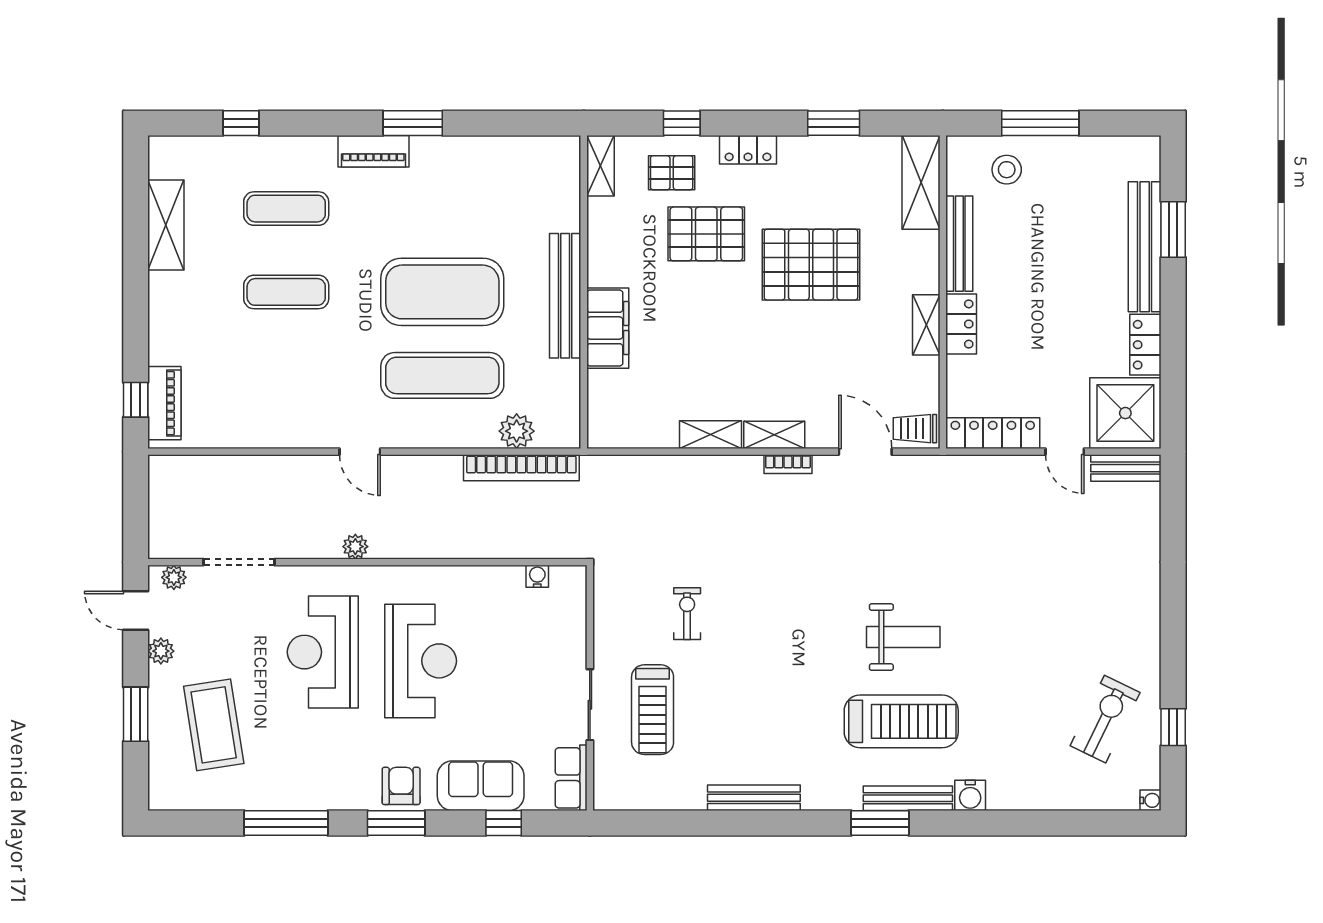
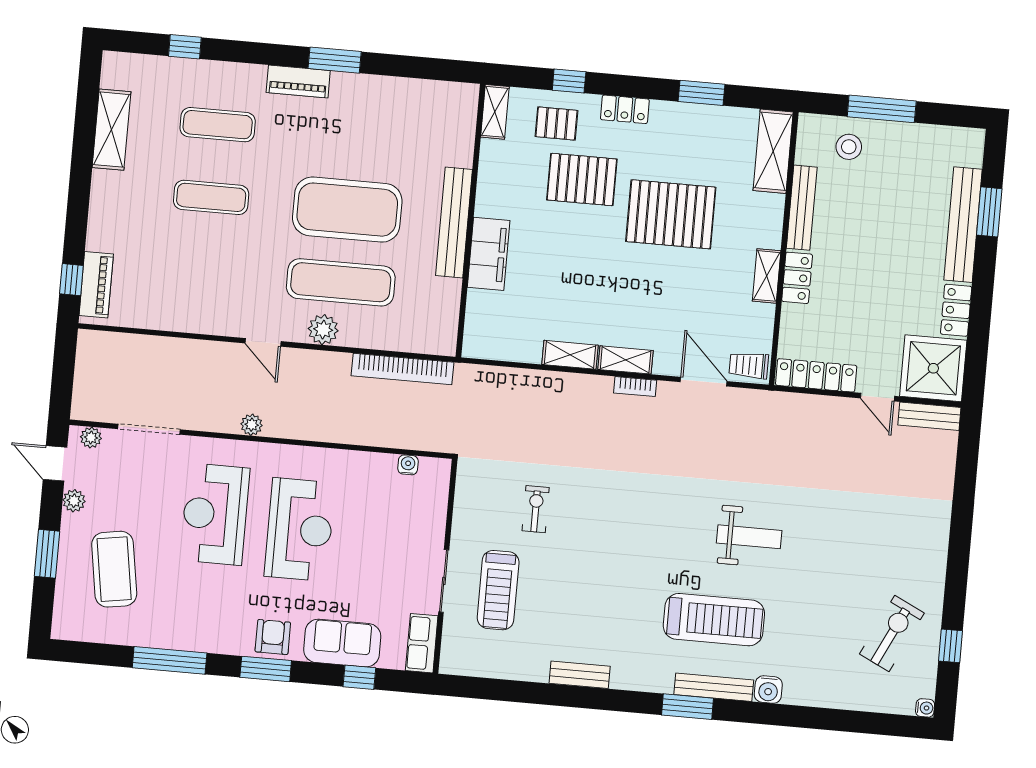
plant: (517, 431) -> (323, 330), moved
weight bench: (903, 637) -> (749, 537), moved
bench: (754, 798) -> (580, 675), width x0.73

